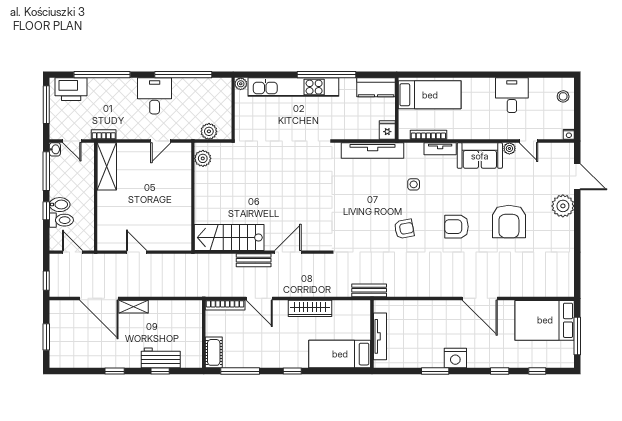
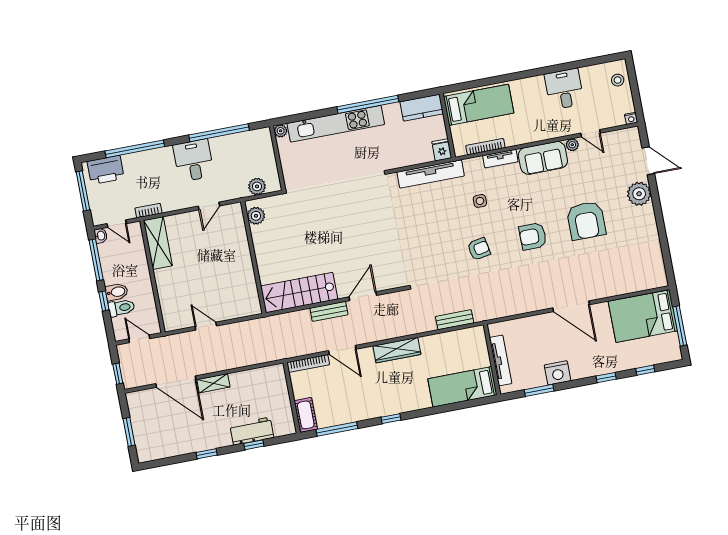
wall: (372, 334) -> (492, 360), moved
tv unit: (380, 336) -> (501, 360), moved
bed: (340, 354) -> (462, 387), moved

